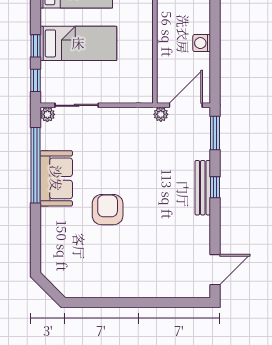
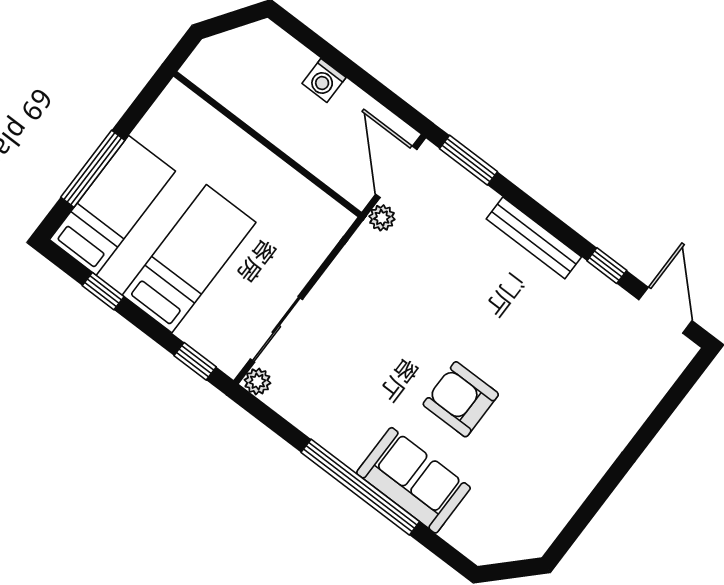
window: (35, 46) -> (103, 291), moved
window: (35, 165) -> (360, 487), moved
sofa: (56, 178) -> (413, 480), moved
window: (215, 187) -> (607, 266), moved

